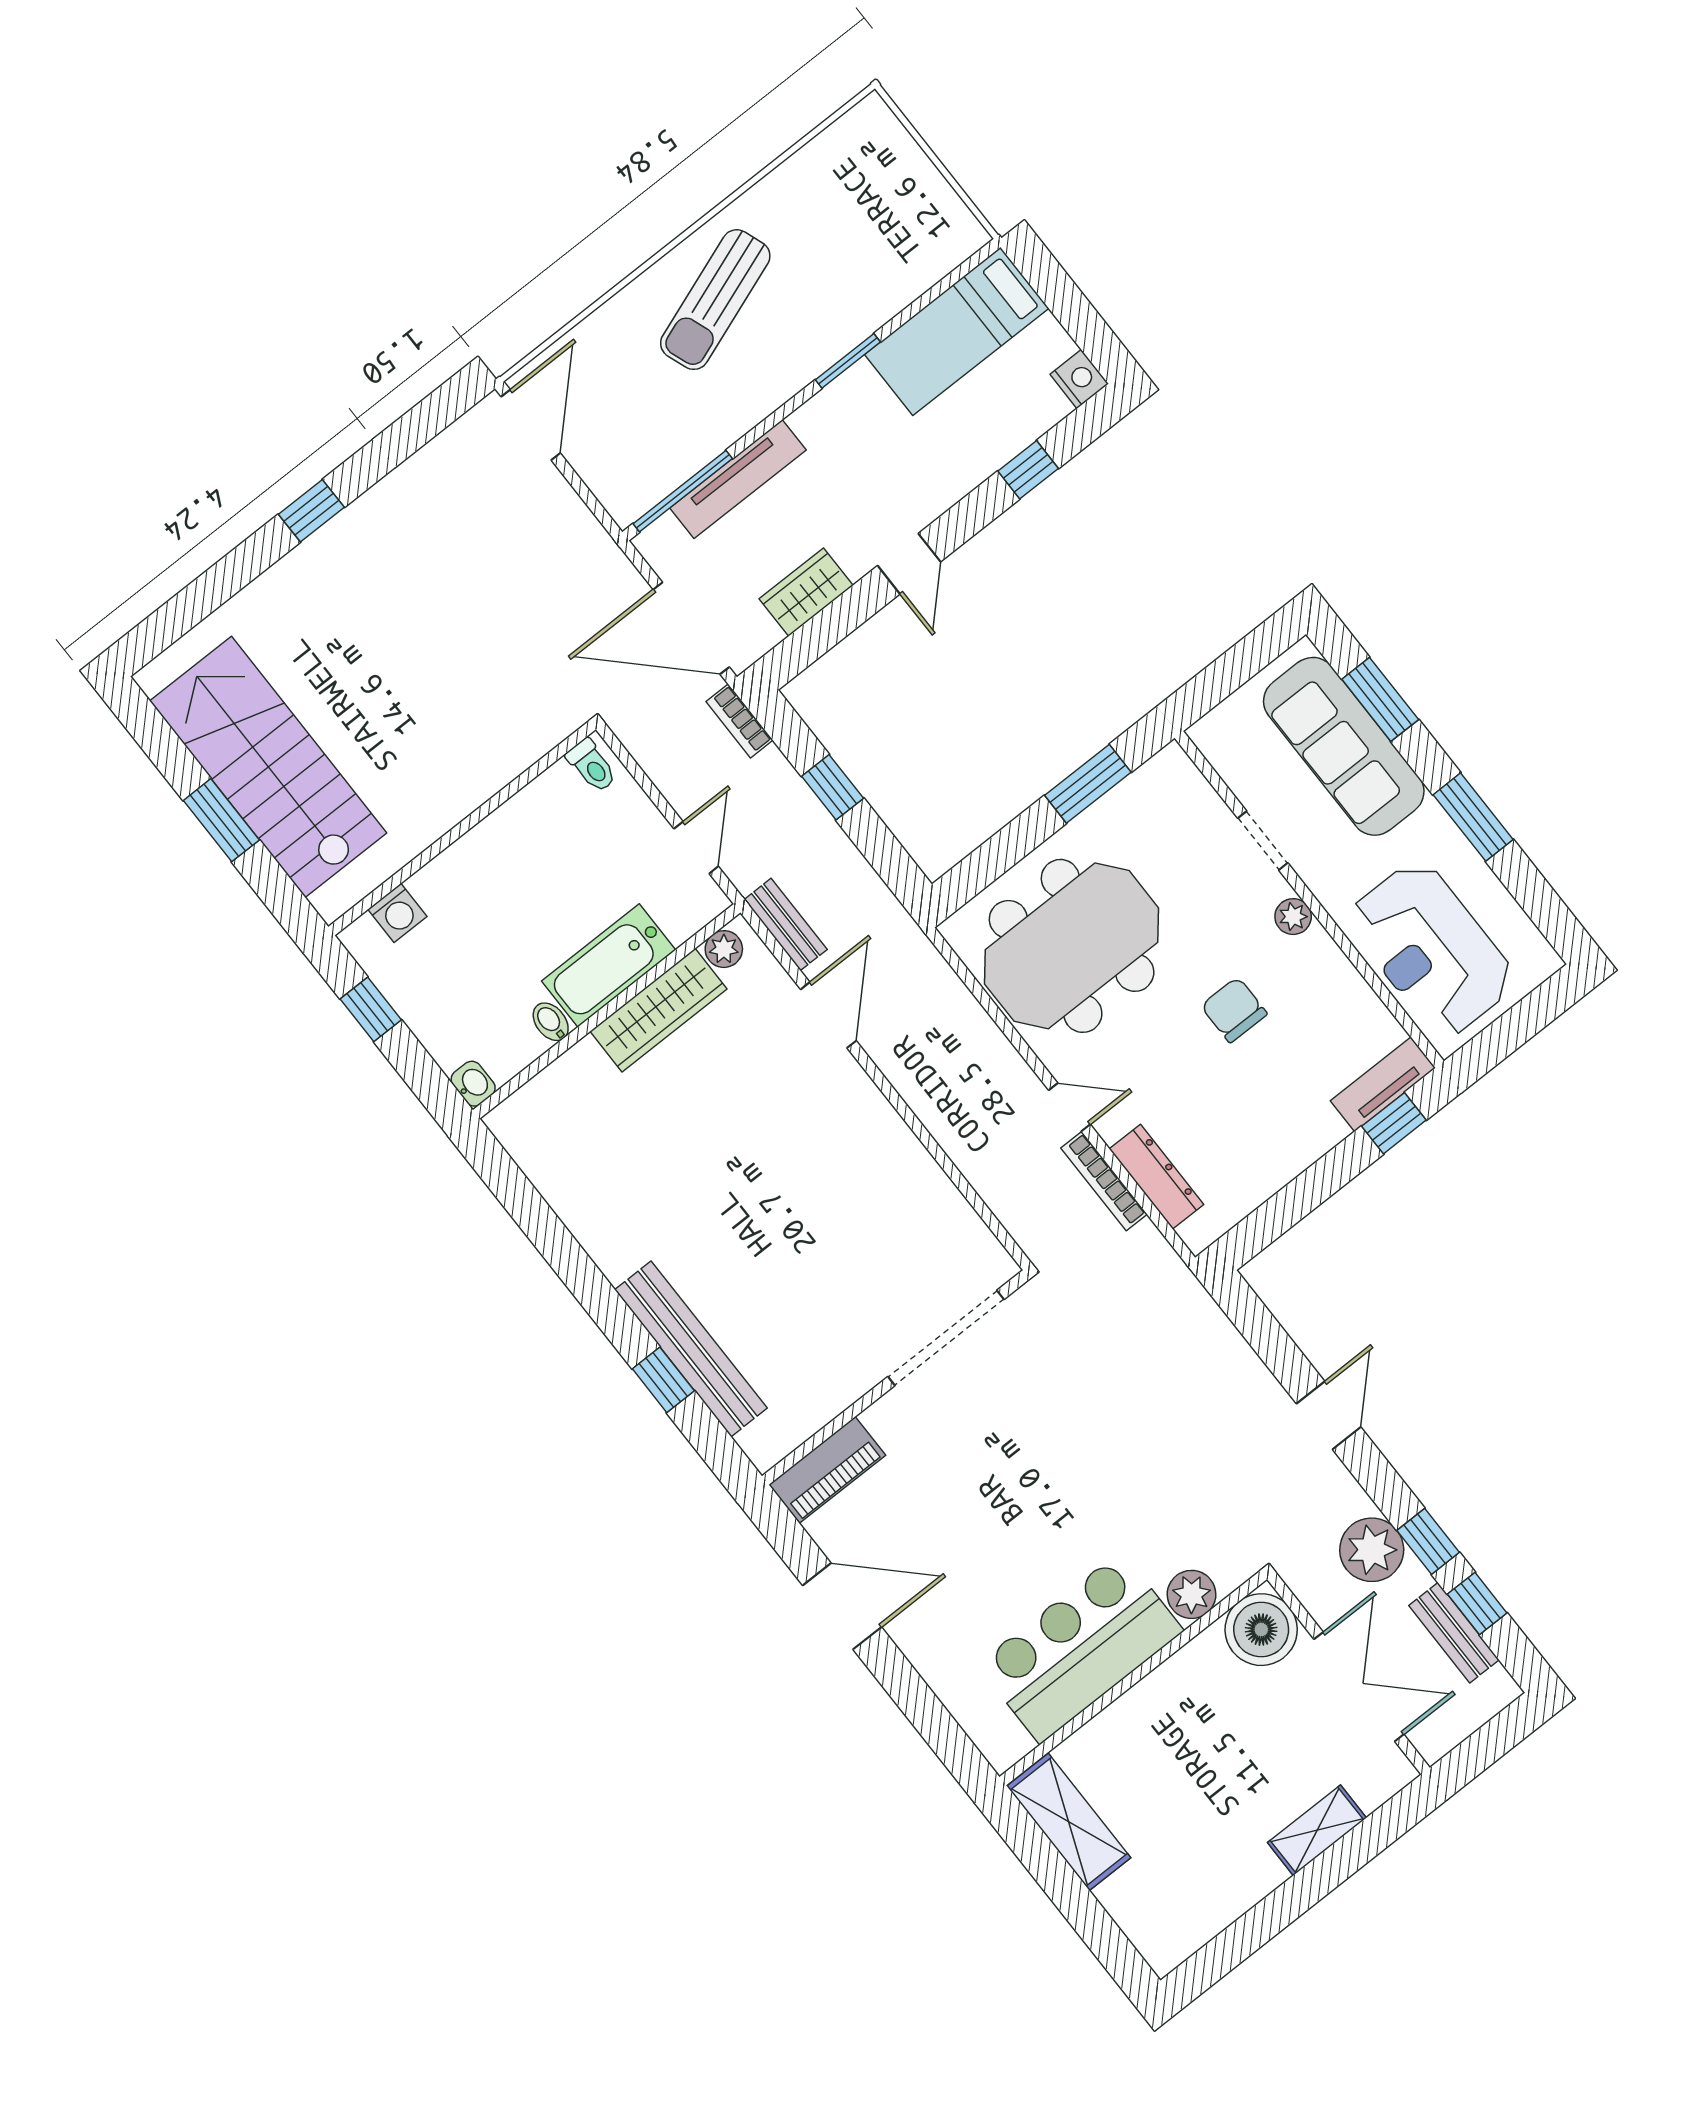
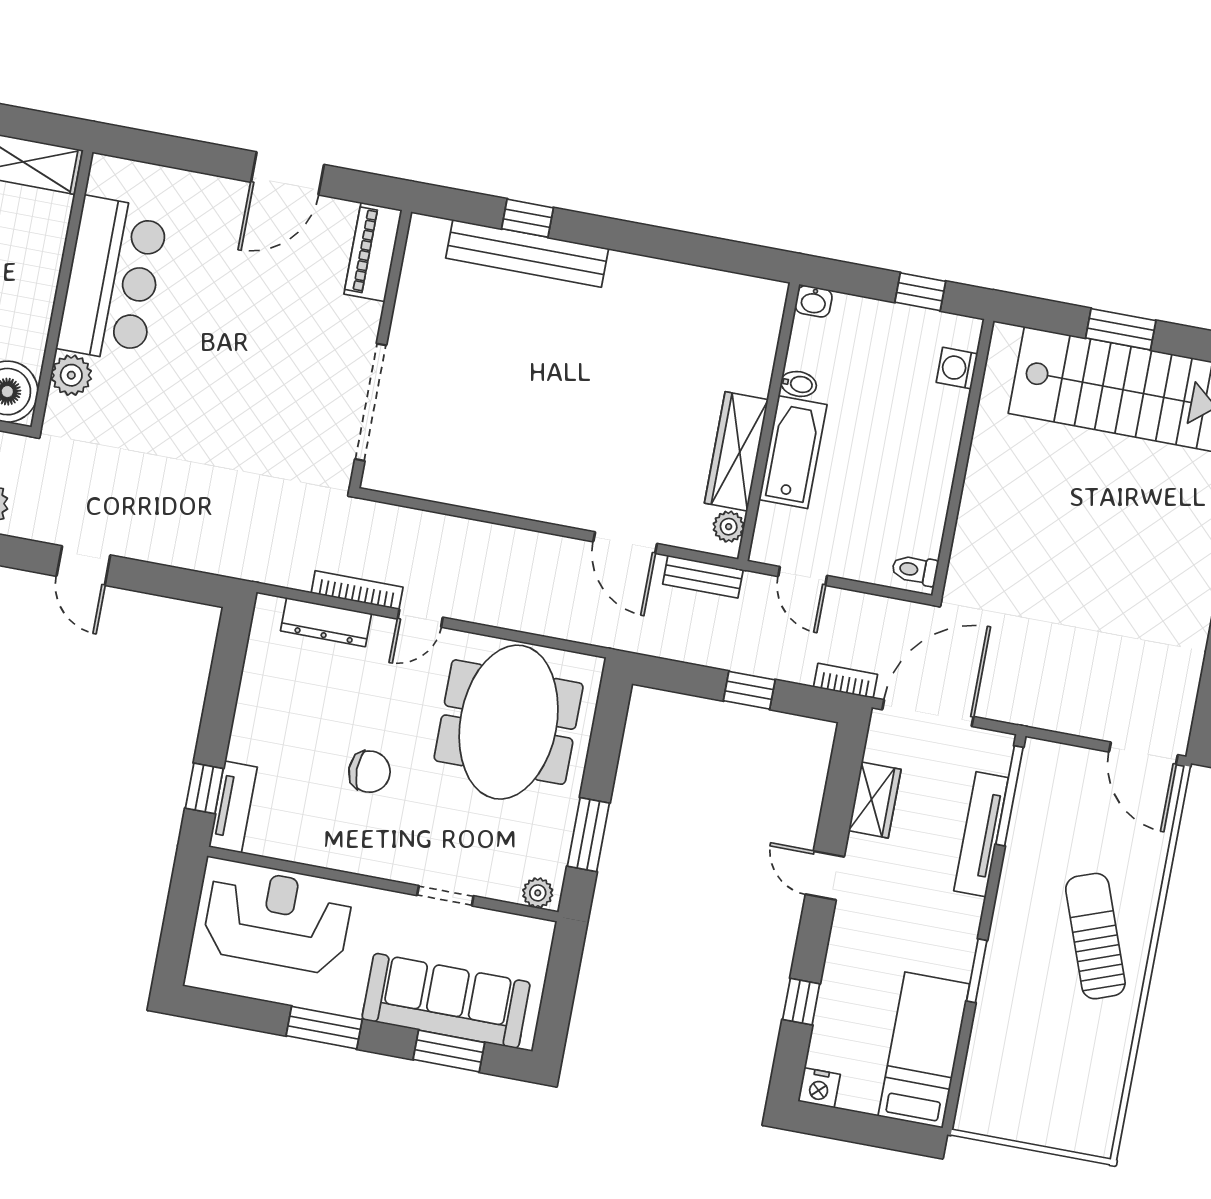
plant: (1293, 917) -> (538, 893), moved

